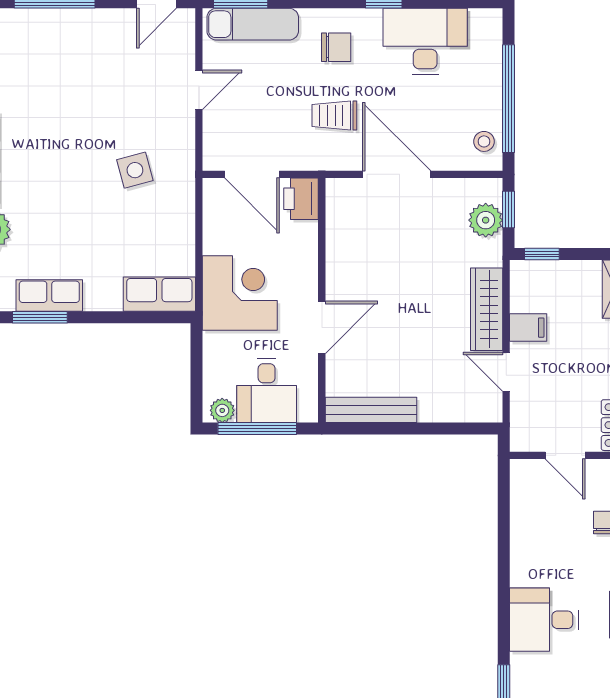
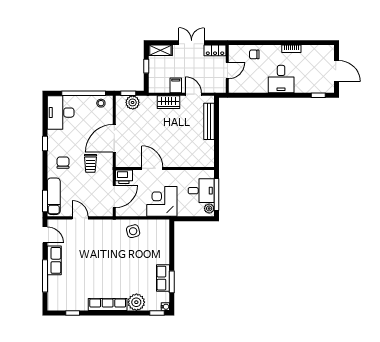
desk: (425, 41) -> (61, 113), moved
side table: (135, 170) -> (133, 231), moved
window: (542, 254) -> (146, 66), moved
row of seats: (159, 294) -> (54, 260), moved, turned 180
wardrobe: (487, 309) -> (168, 102), width x0.67
door: (322, 327) -> (152, 168), moved
door: (506, 372) -> (194, 94), swing flipped
bench: (371, 410) -> (209, 121), moved
desk: (544, 620) -> (281, 79), moved

